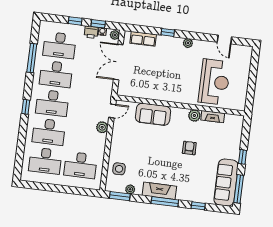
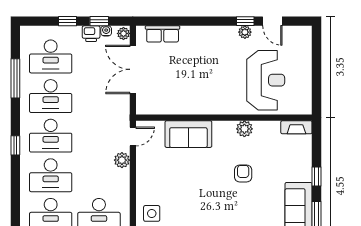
window: (168, 32) -> (245, 21), moved
plant: (188, 43) -> (245, 32), moved
fireplace: (213, 117) -> (296, 127), moved

